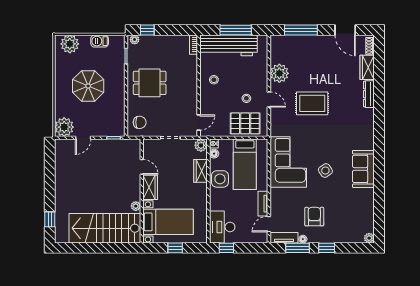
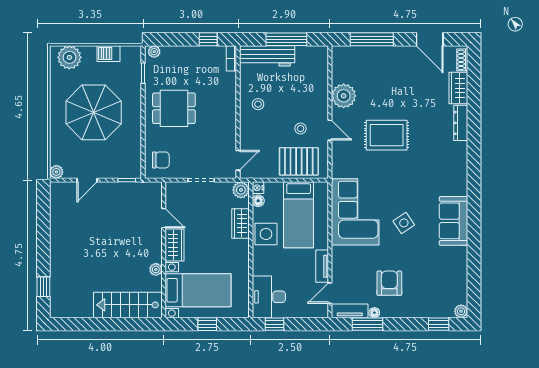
window: (147, 30) -> (208, 39), moved
workbench: (228, 45) -> (267, 56), width x0.73, depth x0.76
parasol: (88, 86) -> (94, 112), width x1.36, depth x1.36
plant: (64, 127) -> (56, 172), width x0.53, depth x0.53
stairs: (105, 228) -> (128, 305), width x0.73, depth x0.66
window: (327, 248) -> (439, 324), moved

